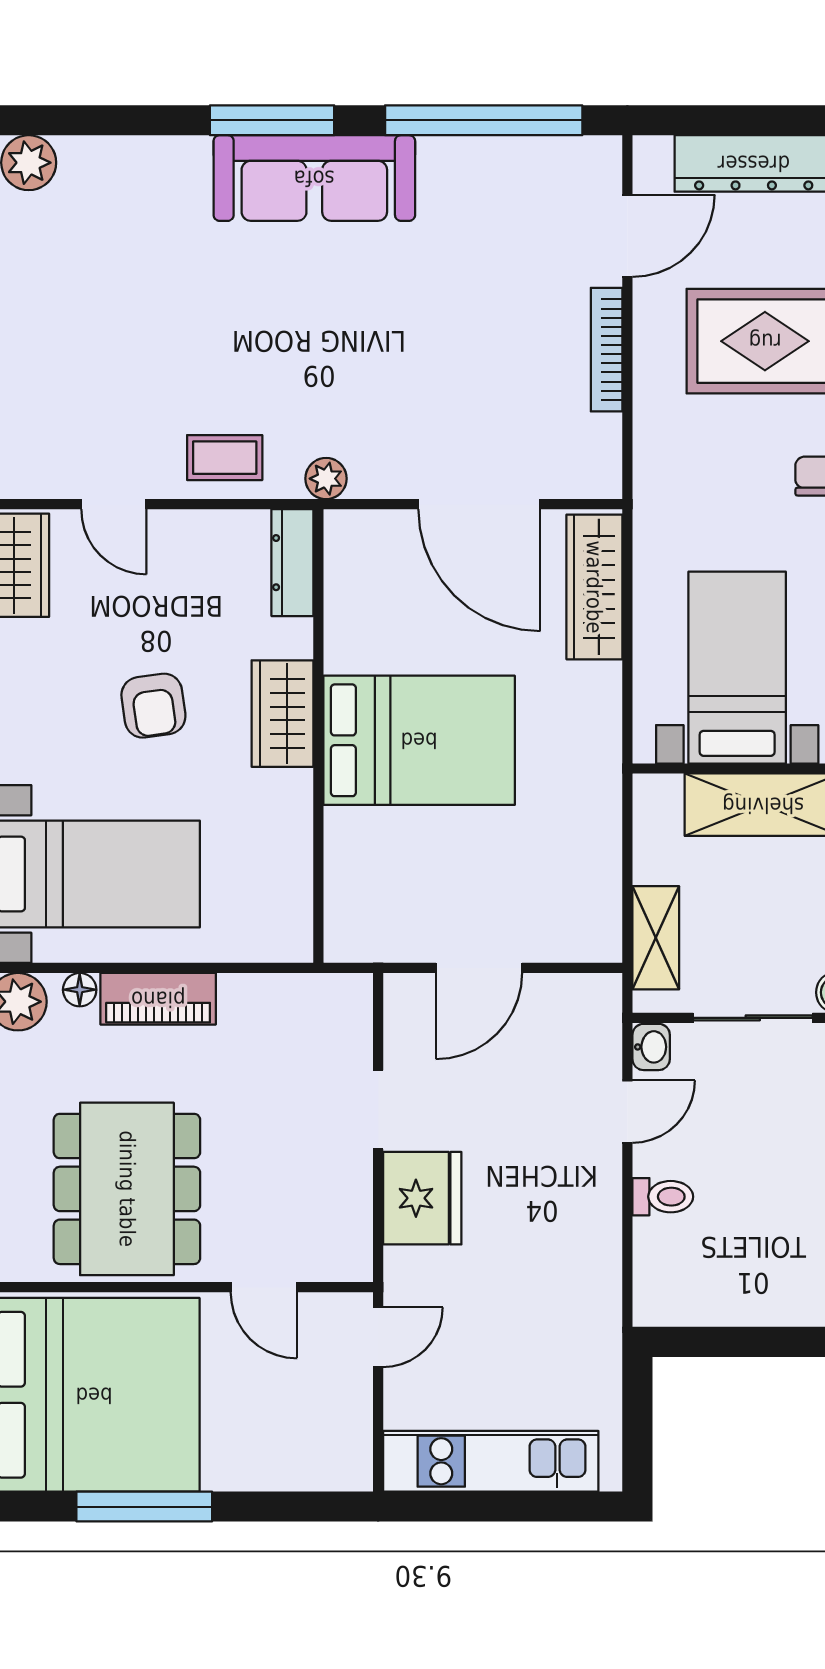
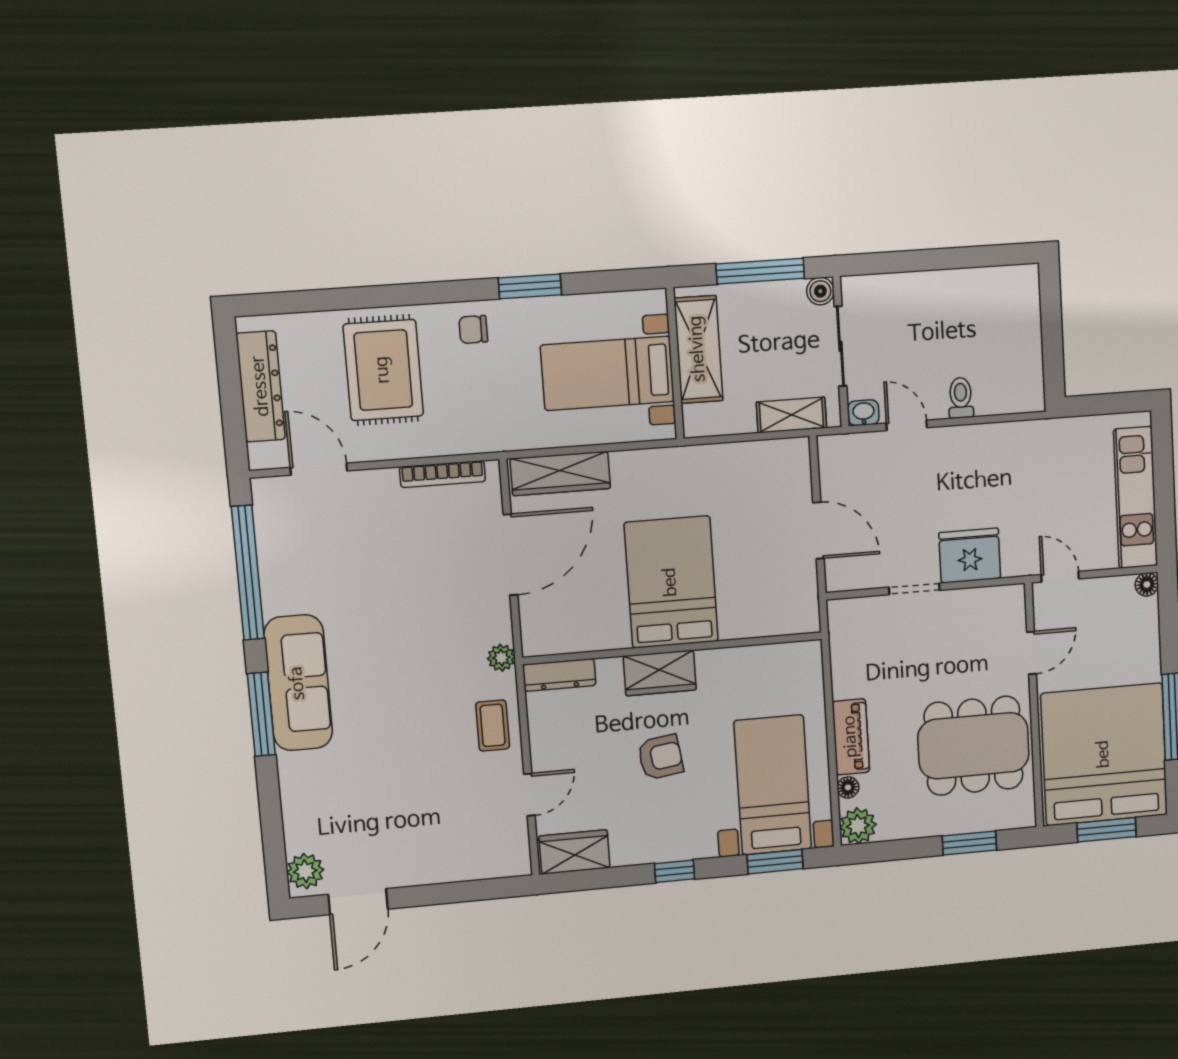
bookcase: (607, 350) -> (443, 474), moved
floor lamp: (355, 1473) -> (1147, 584), added

